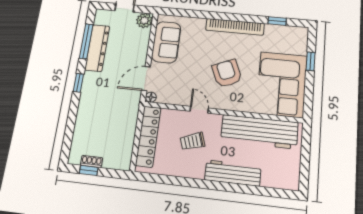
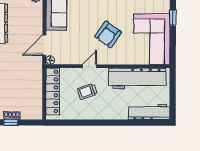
armchair: (227, 73) -> (108, 34), turned -121
door: (199, 110) -> (89, 66), hinge flipped
workbench: (233, 173) -> (149, 112), moved

